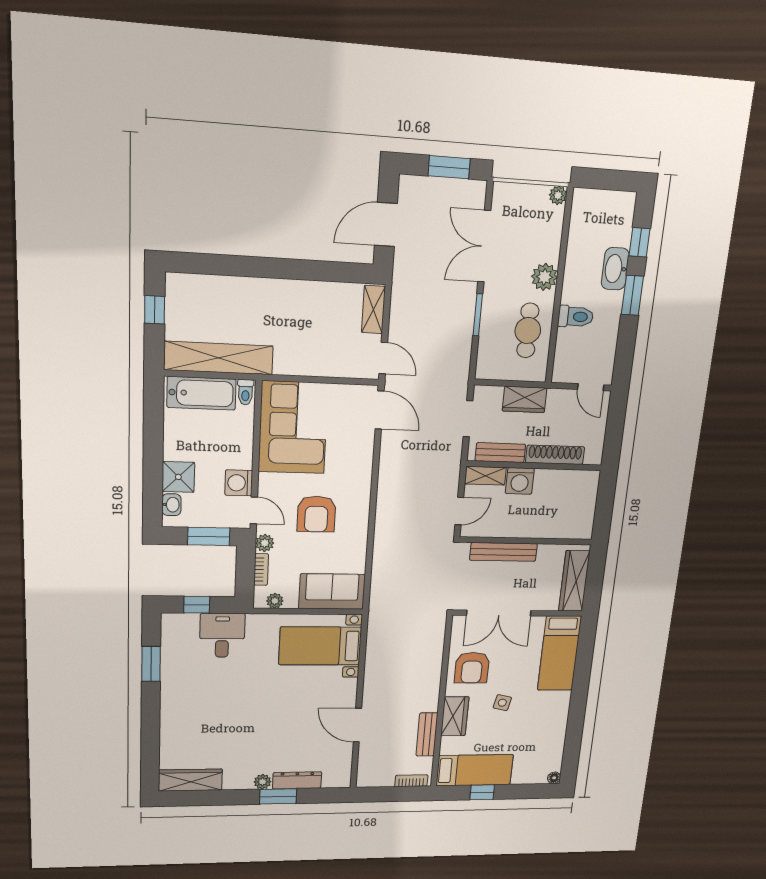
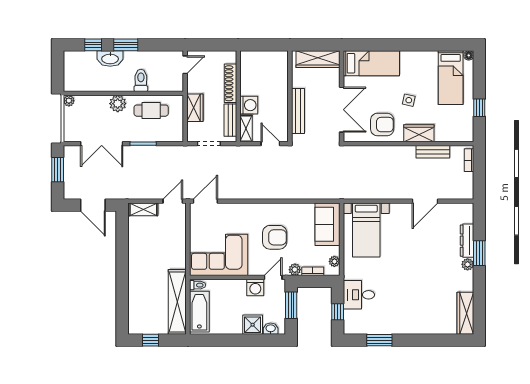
bed: (475, 770) -> (451, 78), moved, turned 180

